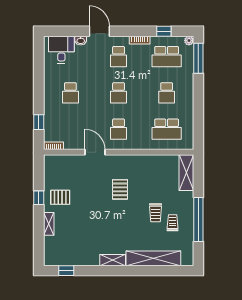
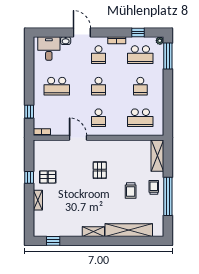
school desk: (70, 93) -> (57, 86), width x1.85
trolley: (173, 223) -> (154, 187), moved

